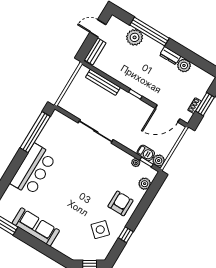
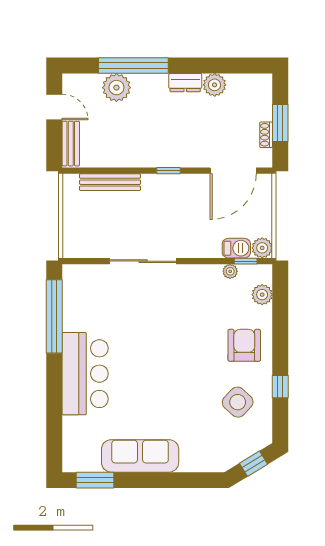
door: (98, 28) -> (54, 107), swing flipped

